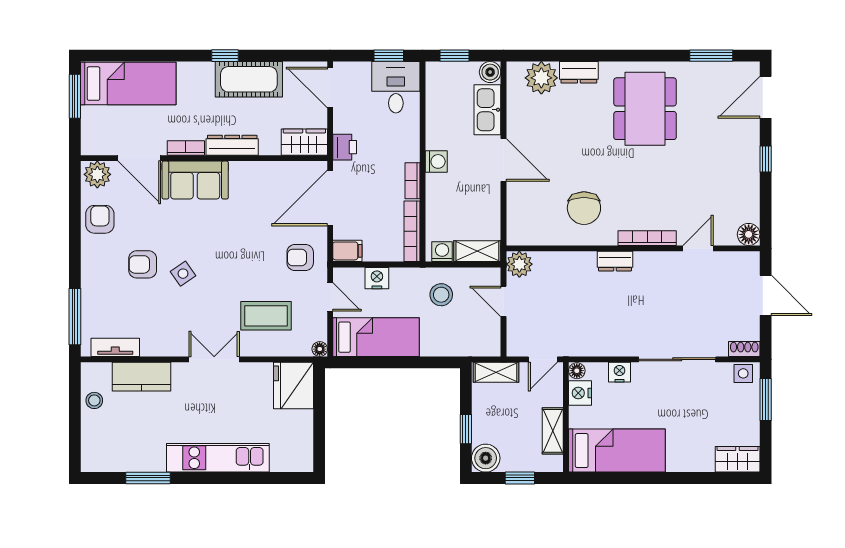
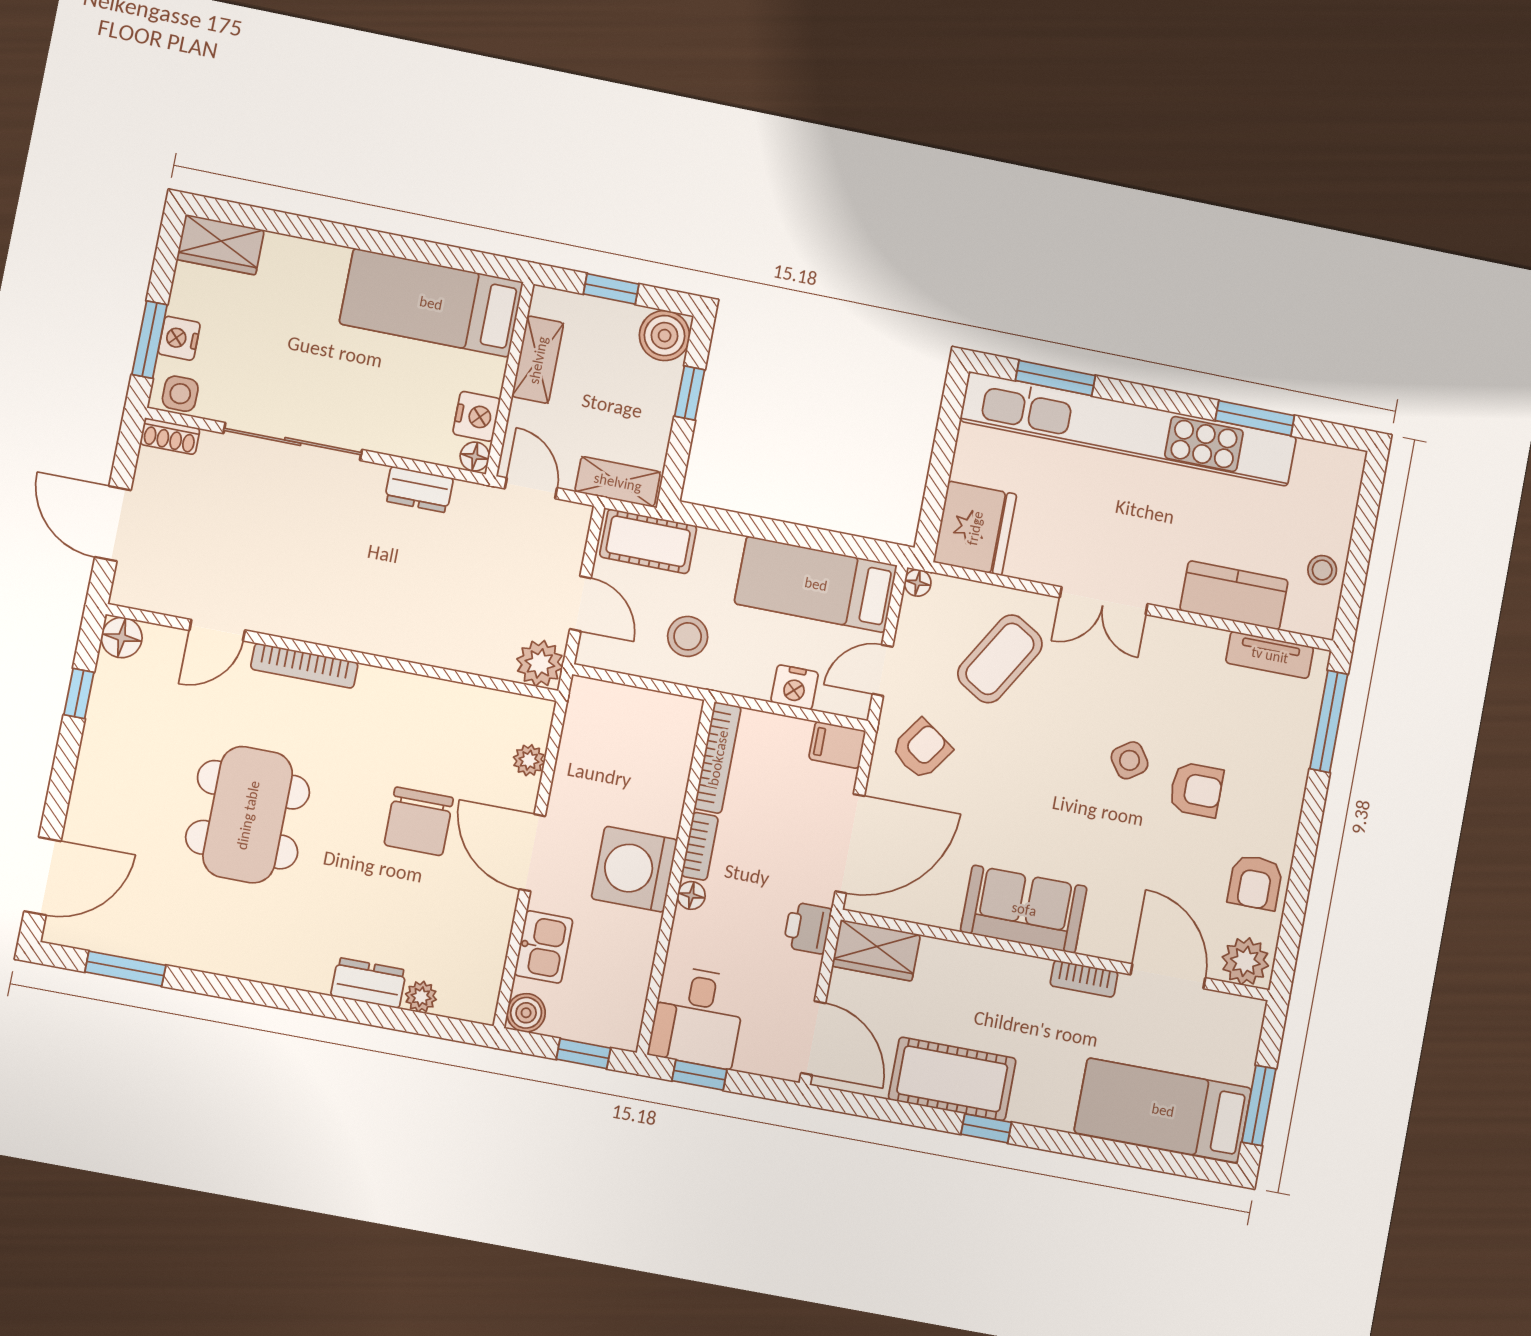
plant: (541, 78) -> (421, 997), width x0.53, depth x0.53
dining table: (645, 109) -> (248, 815), moved
kitchen sink: (487, 110) -> (544, 947), width x0.73
dresser: (232, 145) -> (1003, 968), removed
floor lamp: (412, 153) -> (691, 895), added
window: (766, 159) -> (79, 694), moved
washing machine: (436, 161) -> (634, 869), width x1.89, depth x1.89
sofa: (195, 180) -> (1024, 909), moved
chair: (584, 208) -> (419, 821), moved, turned 180
plant: (515, 210) -> (529, 760), added
shelving: (477, 251) -> (609, 700), removed
washing machine: (442, 252) -> (672, 712), removed
armchair: (300, 258) -> (922, 749), turned -55
dresser: (615, 261) -> (419, 490), moved, turned 180
door: (330, 297) -> (883, 670), hinge flipped
coffee table: (266, 316) -> (1000, 659), turned -59
cot: (473, 343) -> (648, 541), added
door: (543, 359) -> (531, 488), hinge flipped
nightstand: (619, 372) -> (179, 338), moved, turned 90
kitchen unit: (218, 458) -> (1129, 429), width x1.86
window: (264, 478) -> (1055, 378), added

